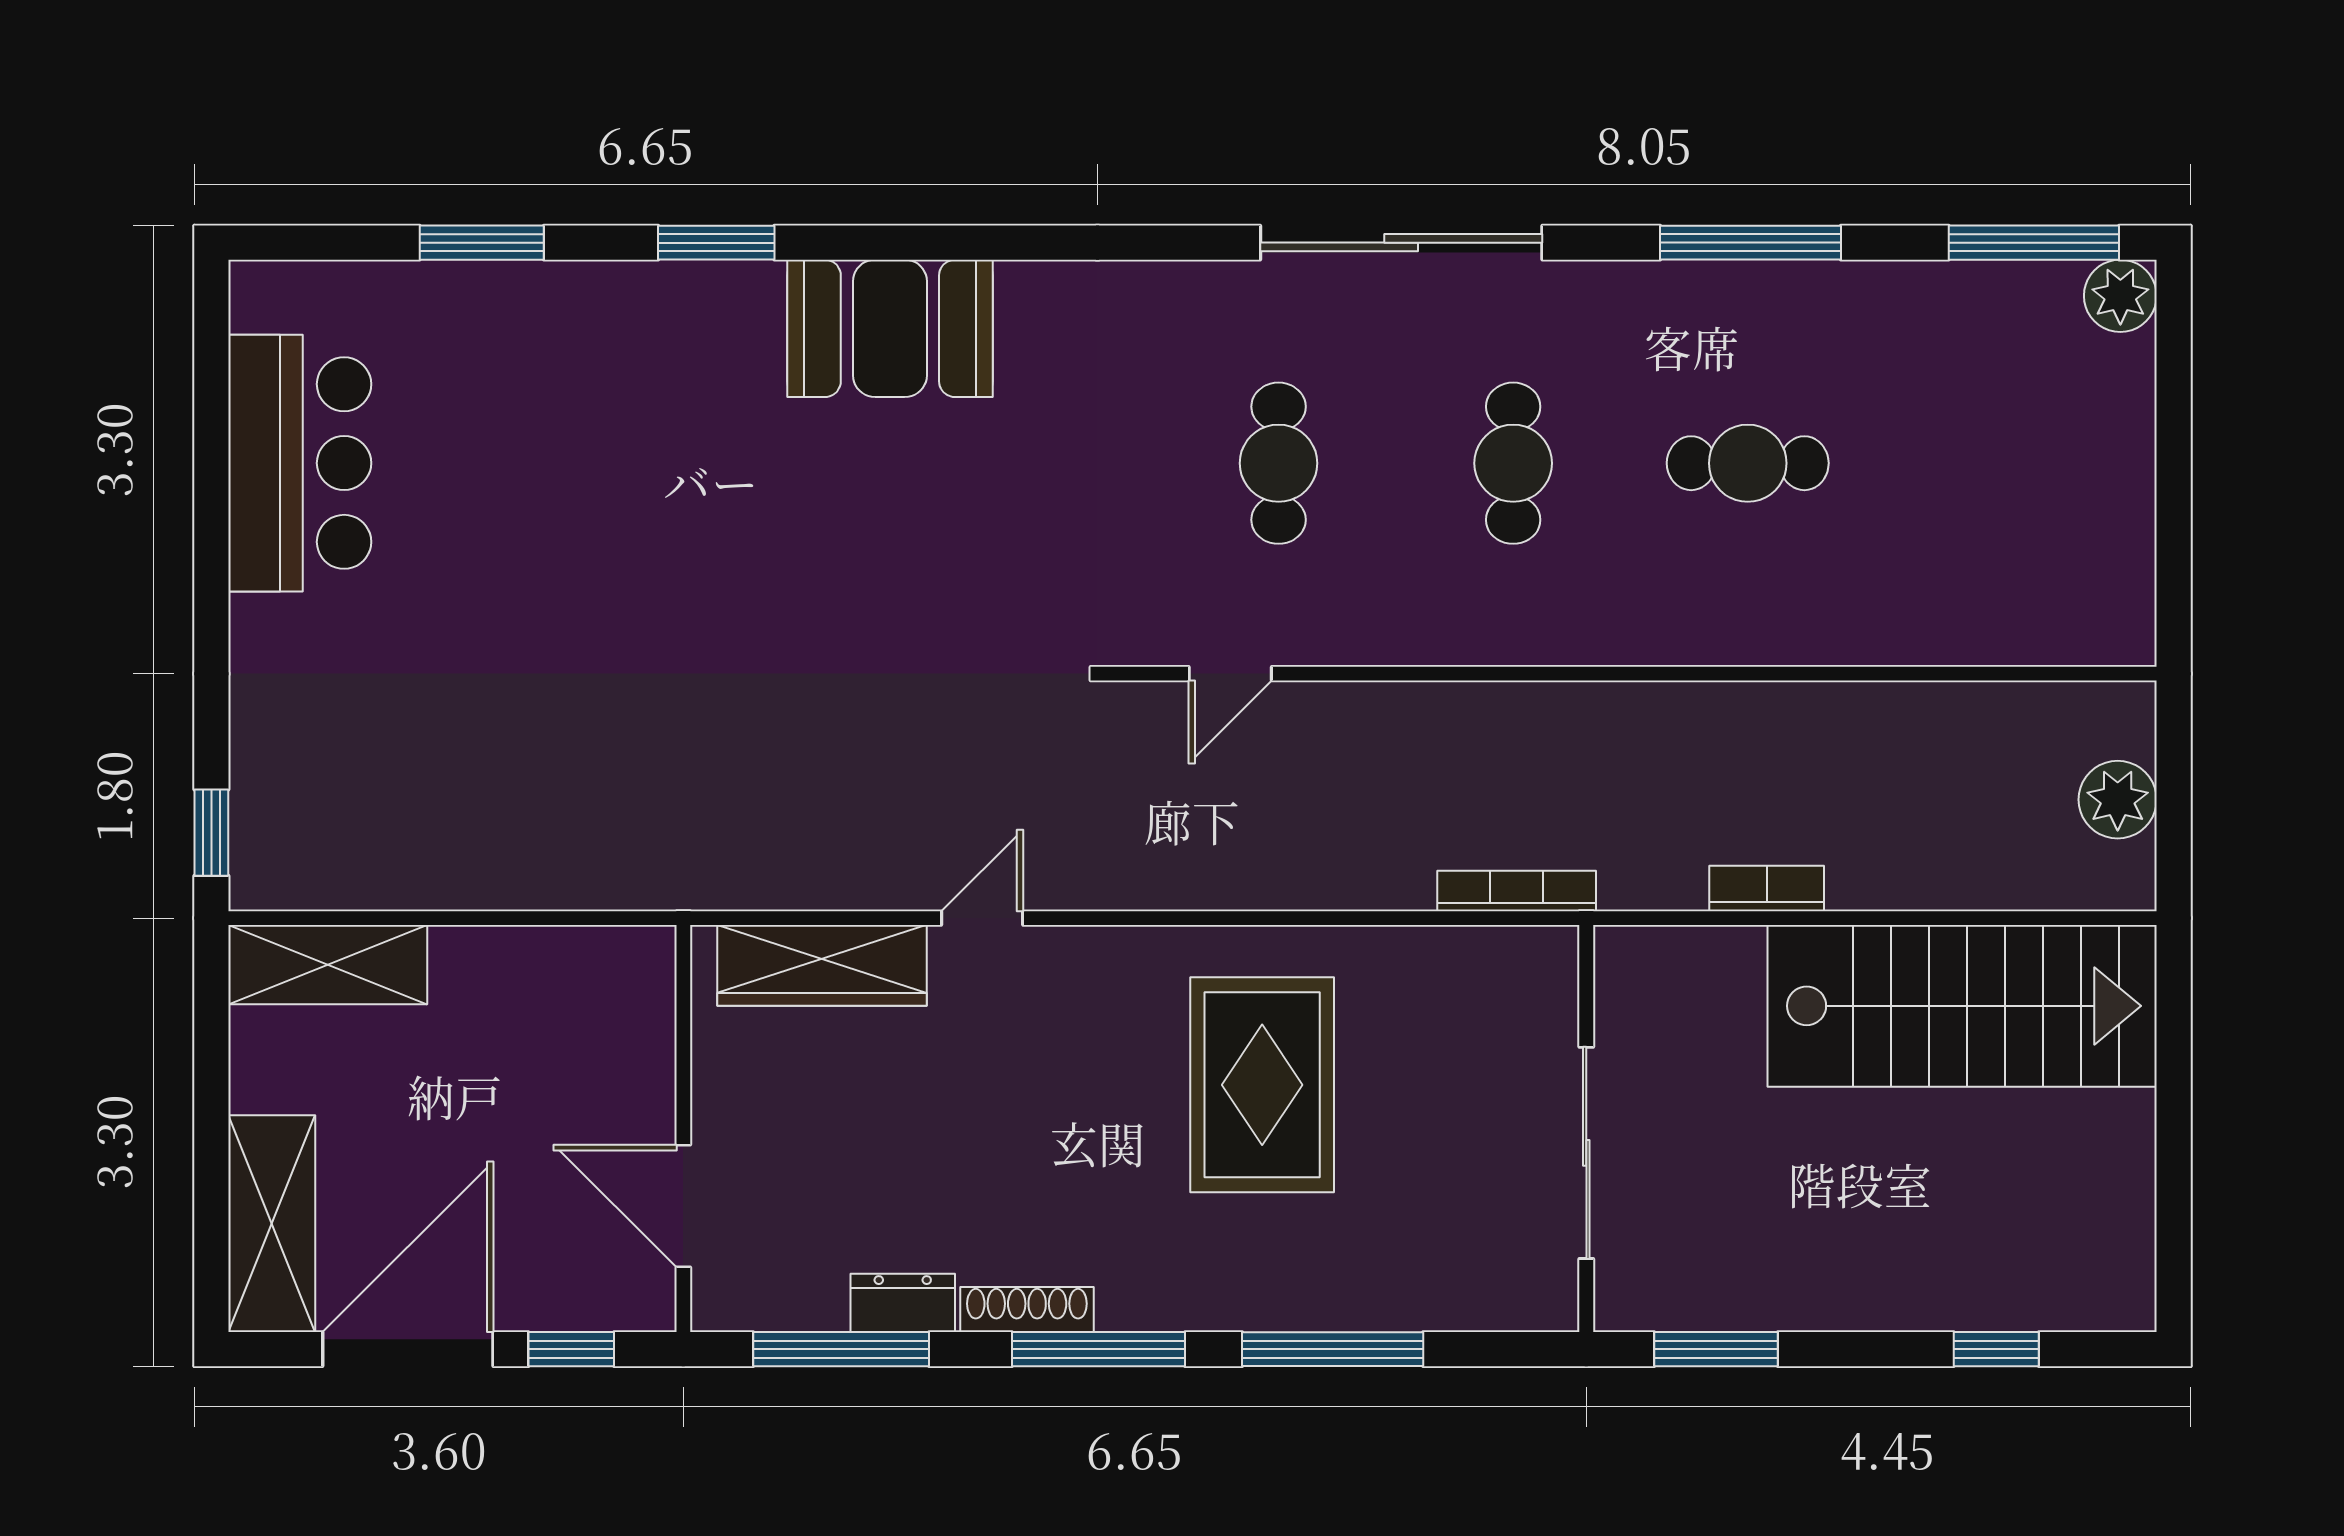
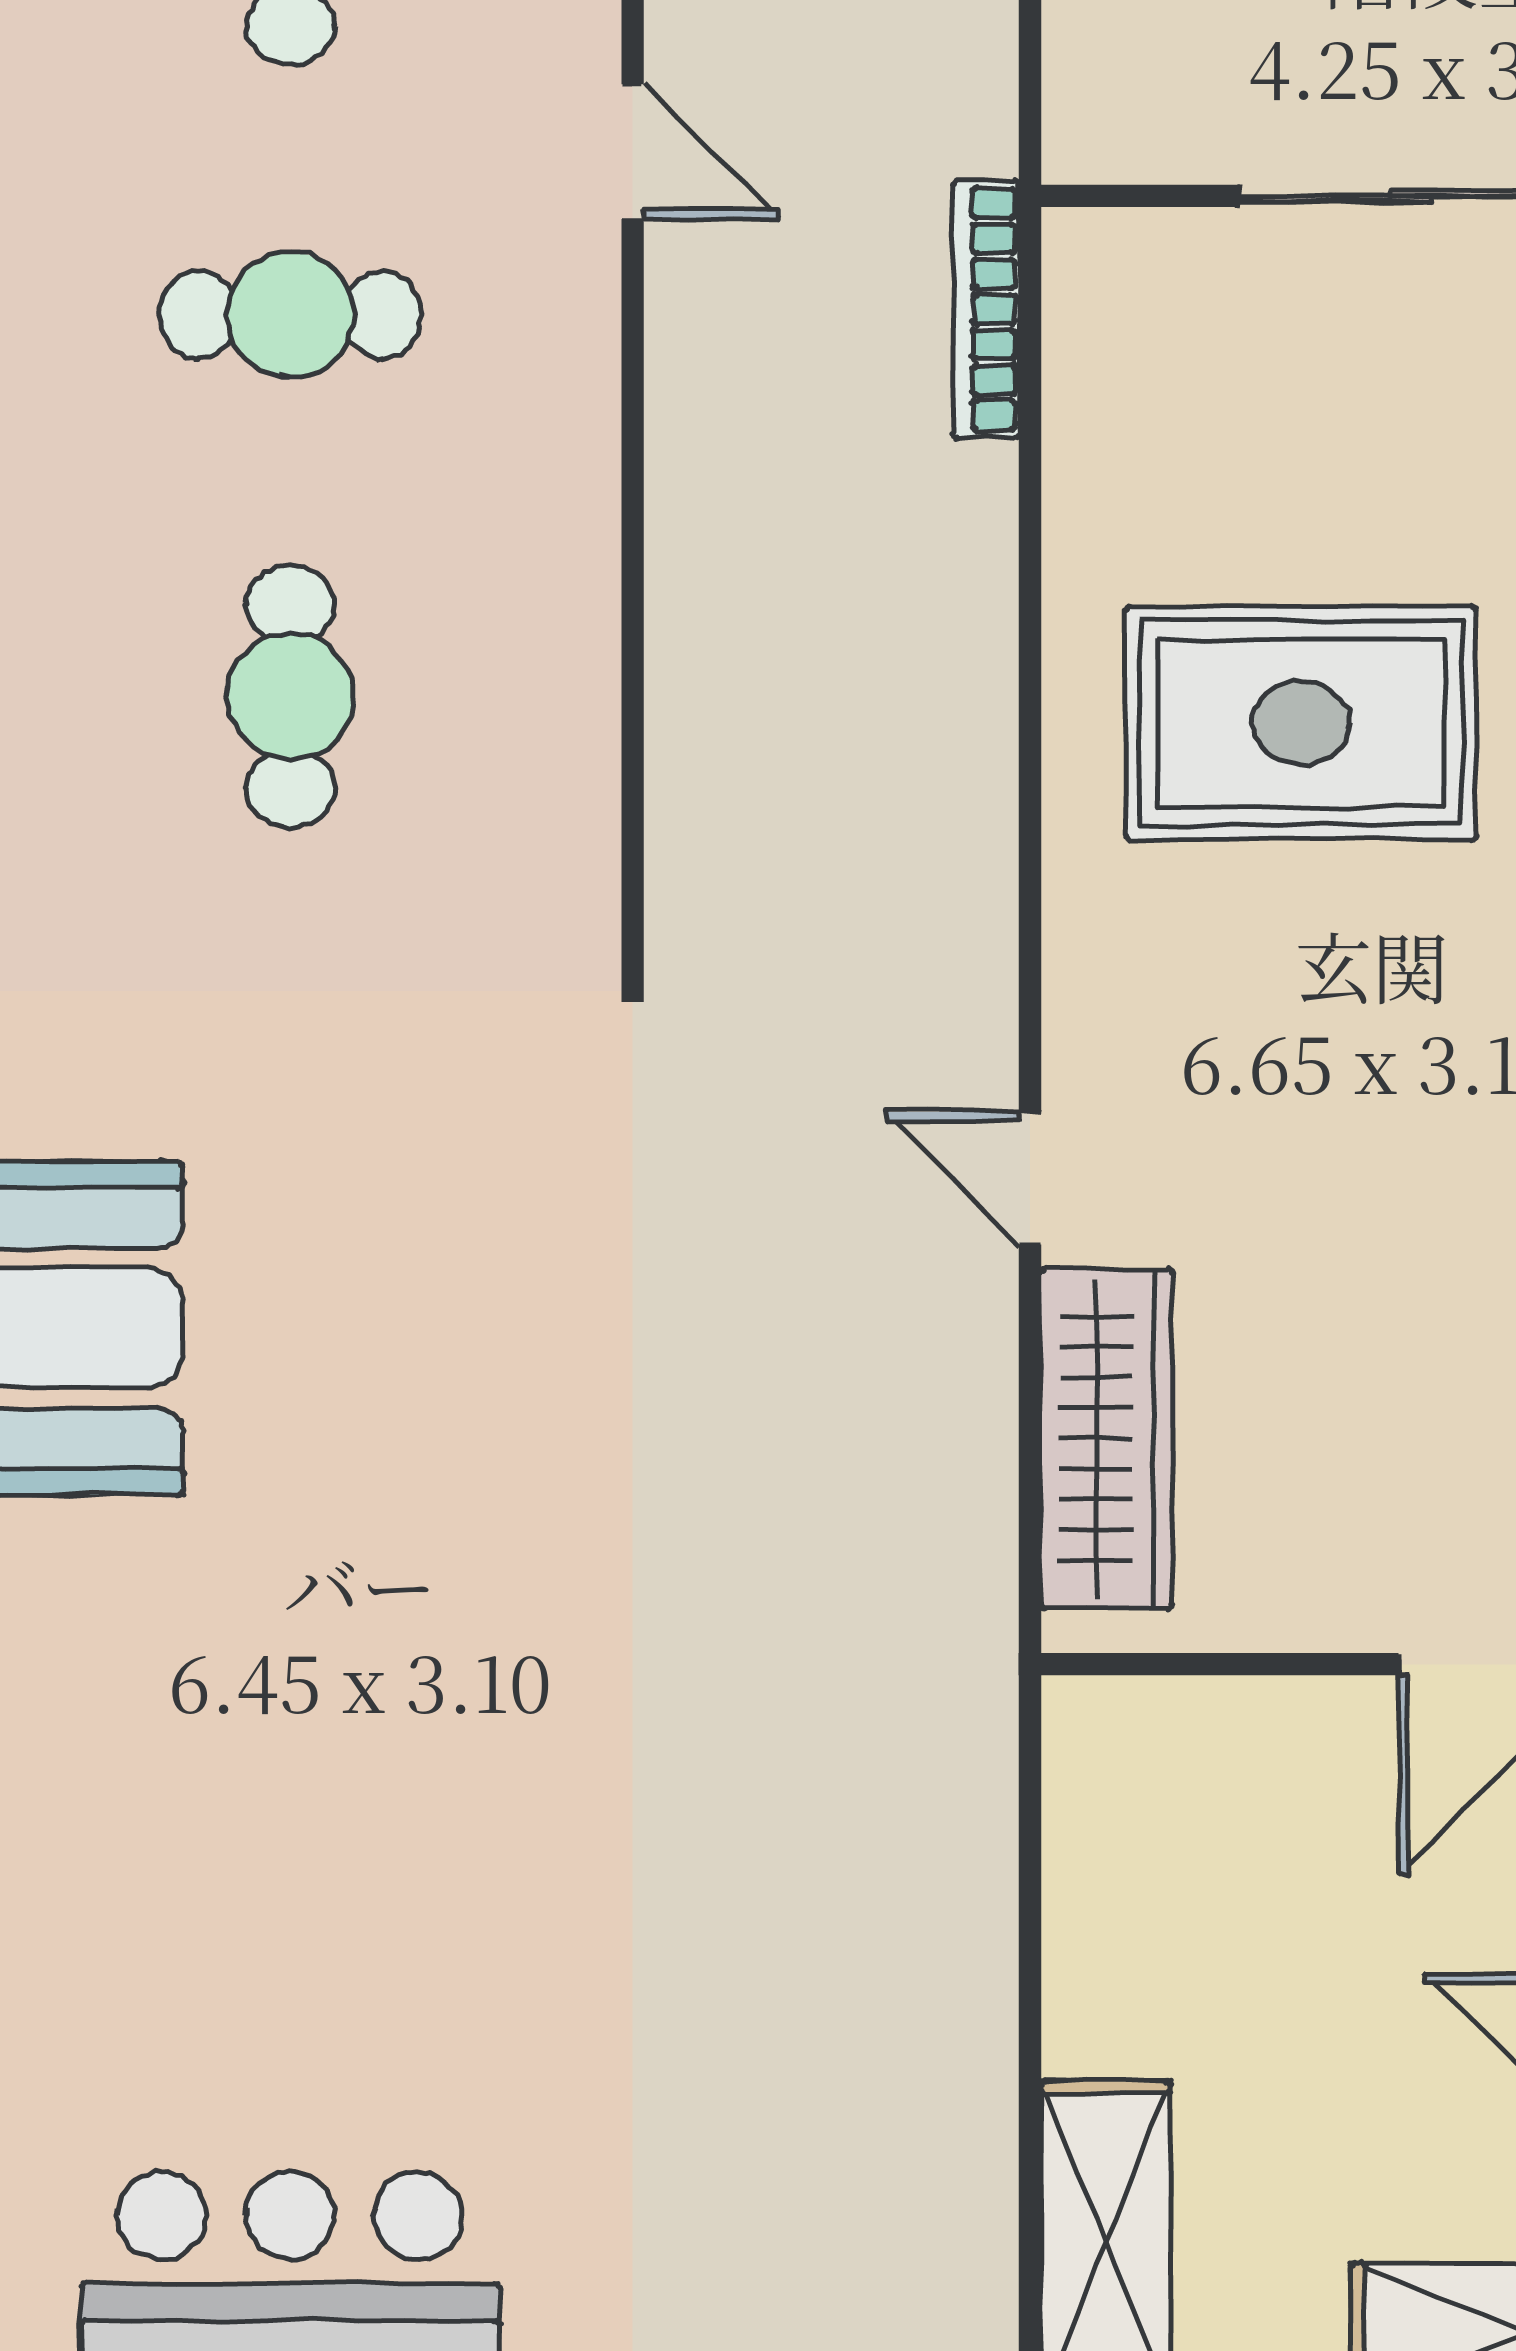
cafe table: (1279, 463) -> (290, 696), turned 90
door: (1230, 674) -> (633, 152), moved

